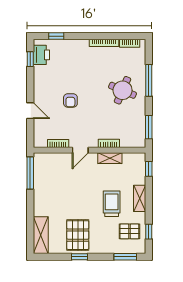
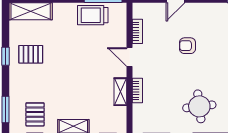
round table: (123, 90) -> (199, 106), turned -30
trolley: (112, 204) -> (93, 15), moved, turned 180
pallet: (78, 235) -> (31, 54), width x0.67, depth x0.71

